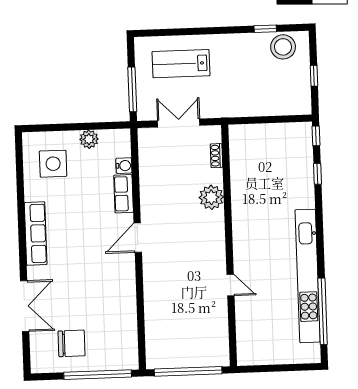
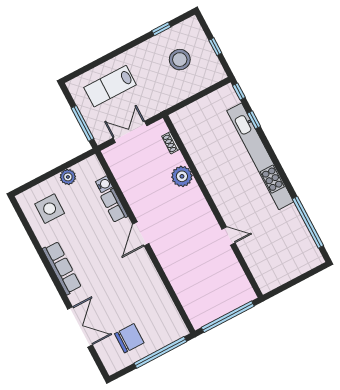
stool: (283, 47) -> (180, 60), moved
kitchen unit: (308, 276) -> (260, 156), moved

